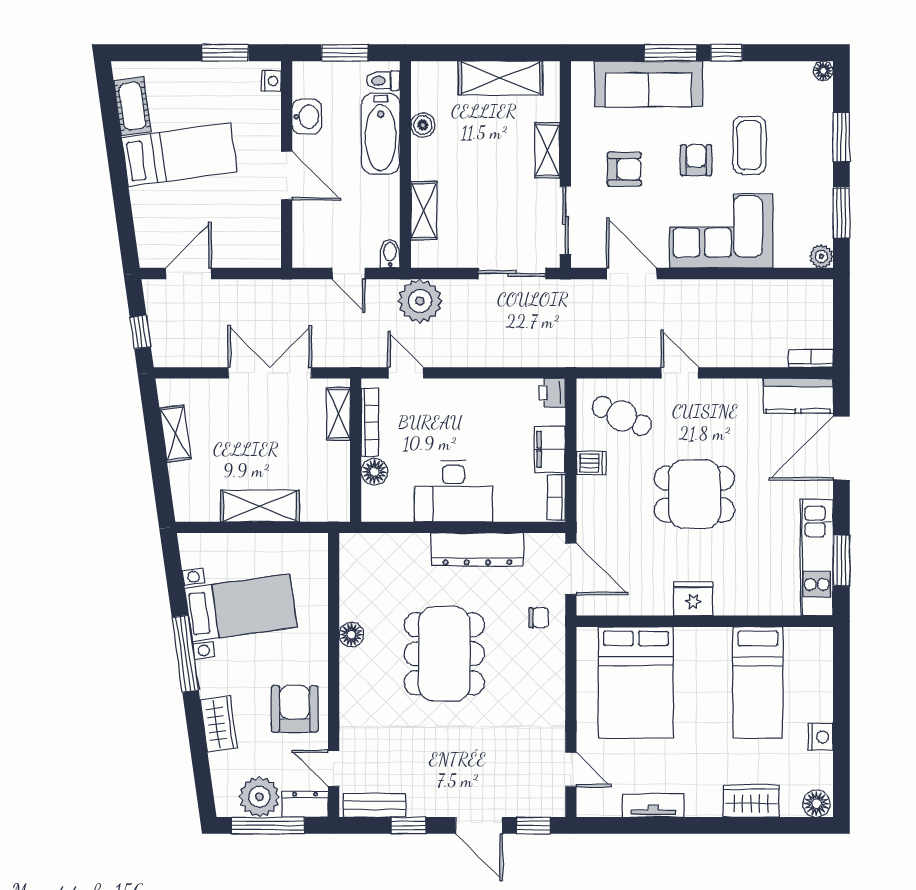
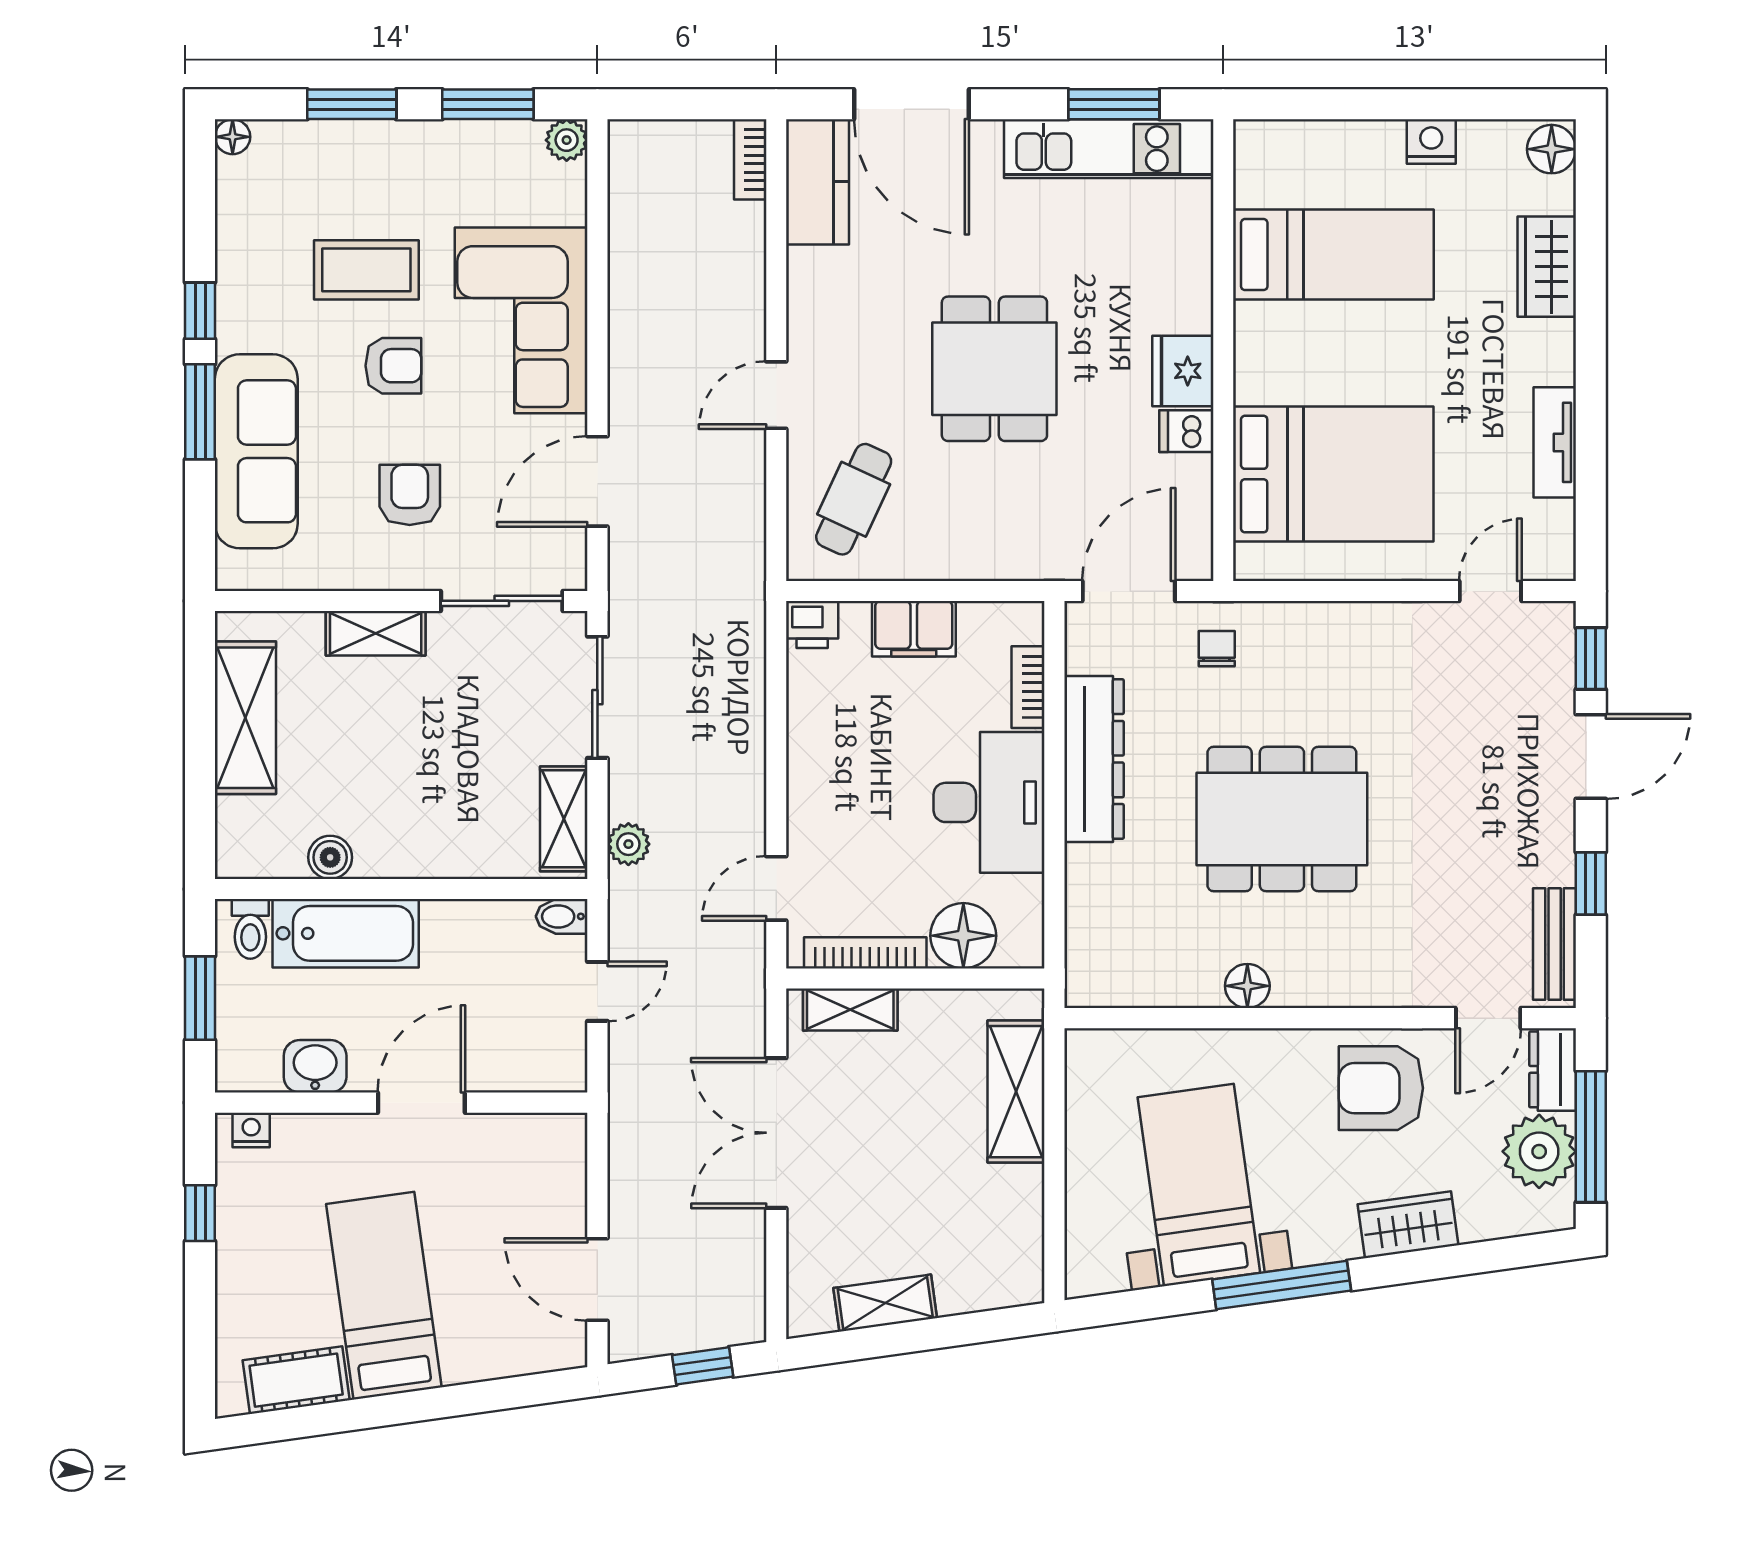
window: (225, 53) -> (200, 1213), width x0.67
armchair: (696, 160) -> (393, 366), turned 180
shelving: (424, 211) -> (564, 819), moved, turned 90
plant: (420, 301) -> (628, 844), width x0.53, depth x0.53
dishwasher: (591, 463) -> (1186, 431), moved, turned -90
floor lamp: (374, 472) -> (963, 936), width x1.38, depth x1.38
bookcase: (556, 497) -> (1028, 687), moved, turned 90
shelving: (260, 506) -> (1016, 1092), moved

